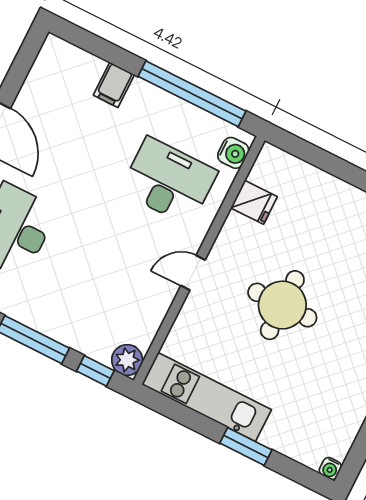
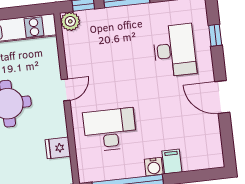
water cooler: (233, 153) -> (154, 167), moved, turned -90
desk: (169, 181) -> (110, 130), turned 180

